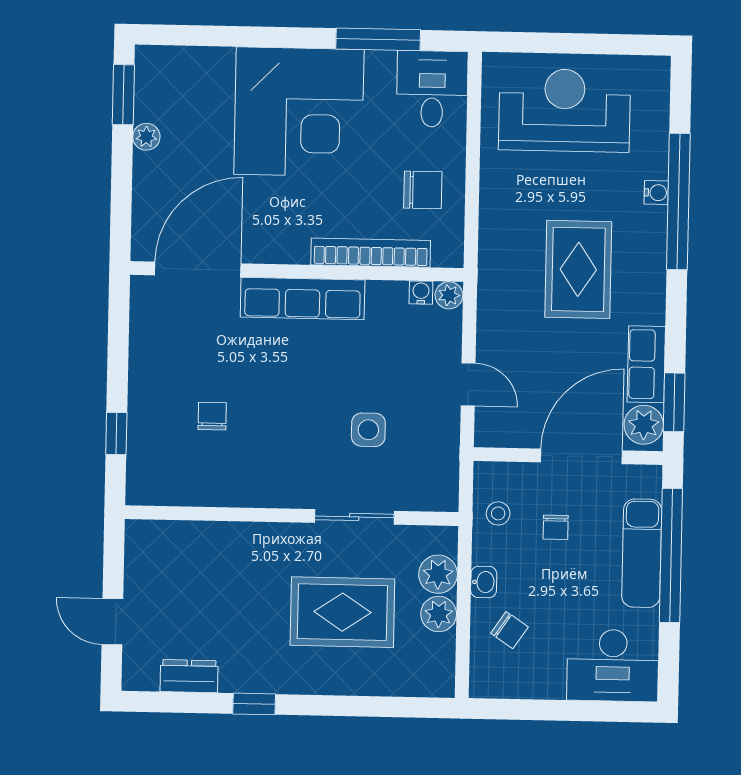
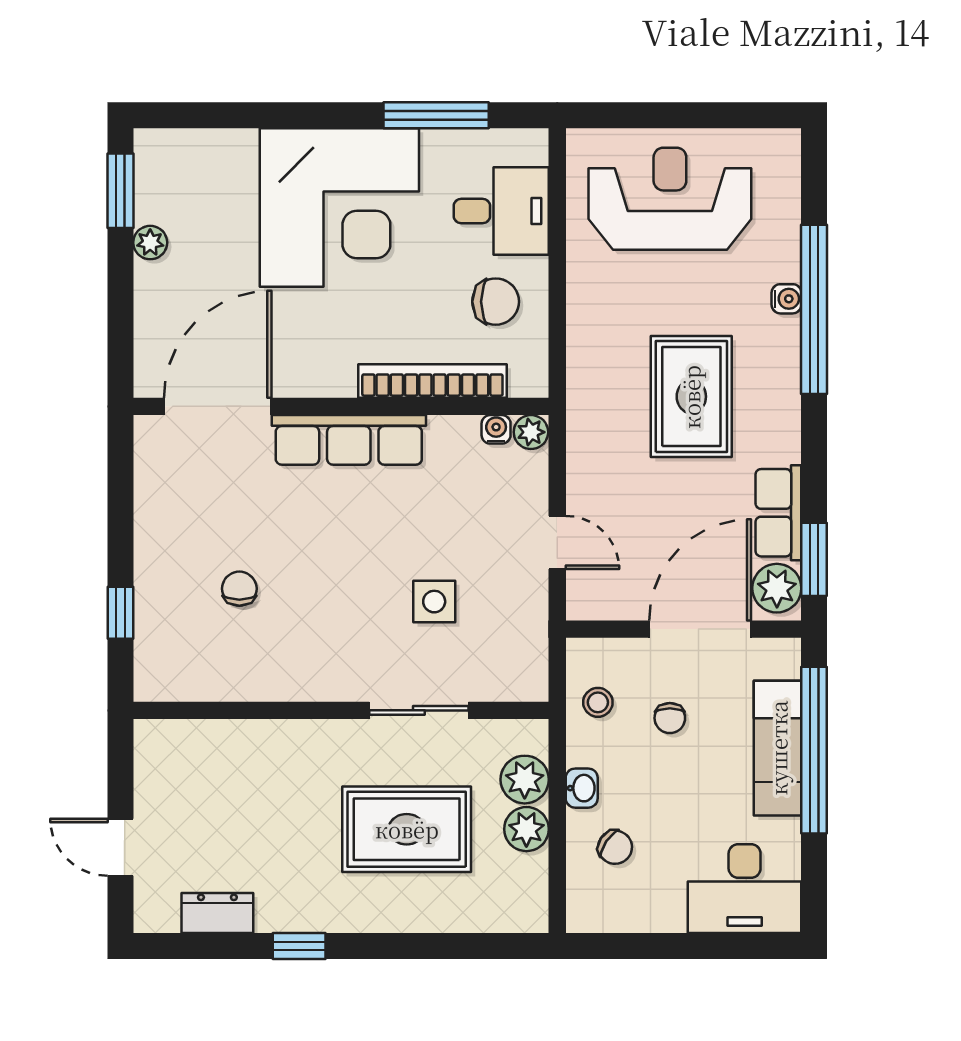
desk: (432, 89) -> (501, 211), moved, turned 90

